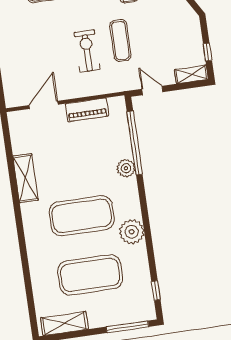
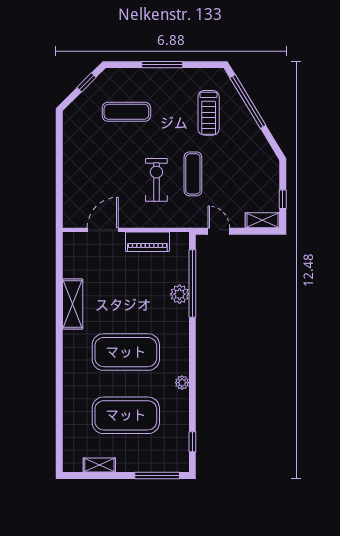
plant: (126, 168) -> (180, 294), moved
plant: (132, 232) -> (182, 383), width x0.53, depth x0.53
shelving: (64, 324) -> (99, 465), width x0.67, depth x0.75

